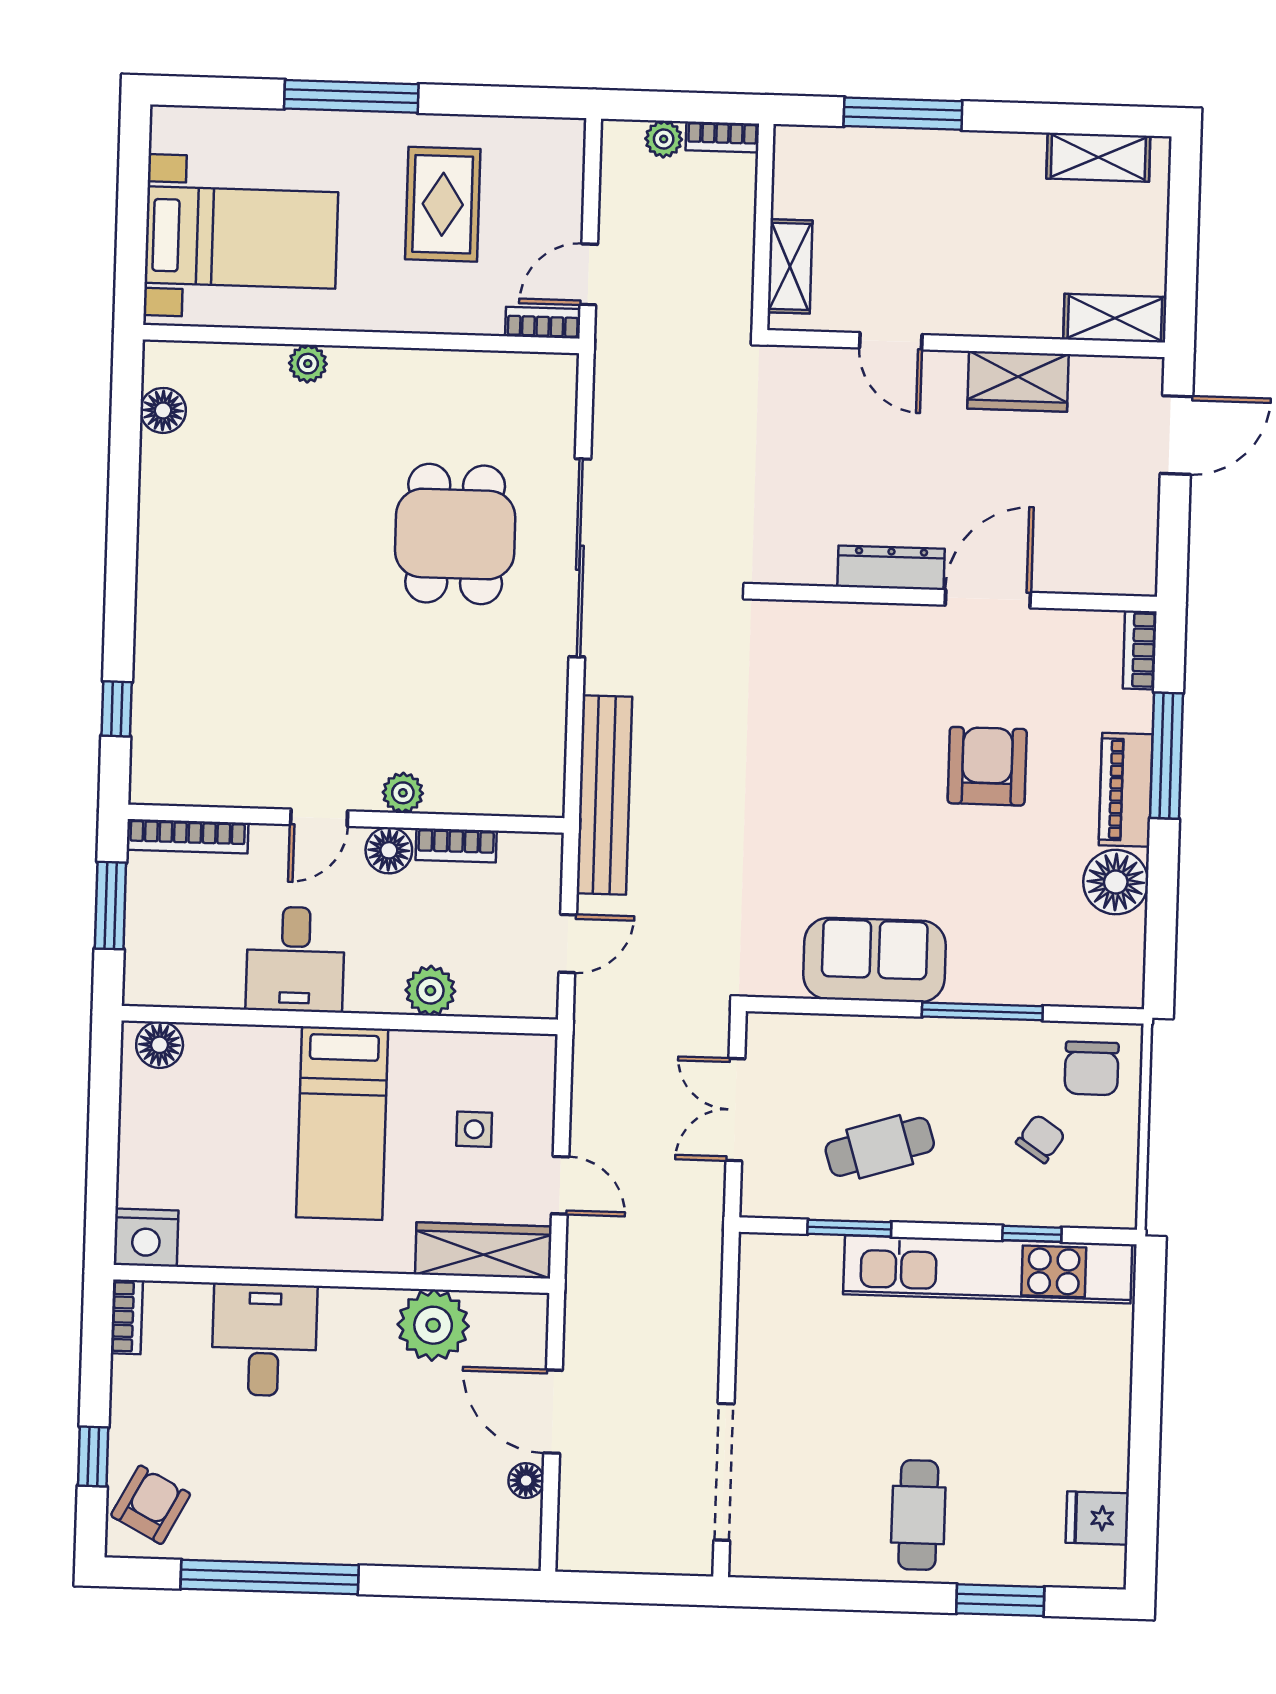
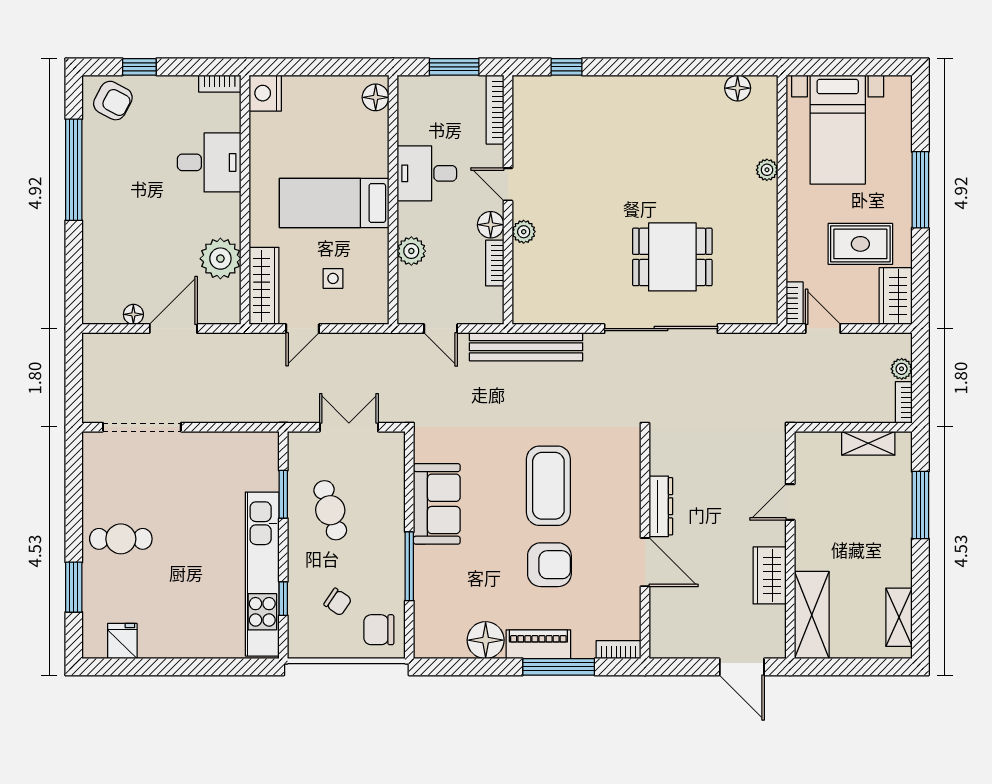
wardrobe: (536, 145) -> (896, 296), added
shelving: (790, 266) -> (868, 443), moved
shelving: (1115, 318) -> (812, 615), width x1.50, depth x1.33
coffee table: (849, 764) -> (548, 486), added

